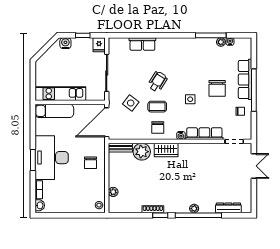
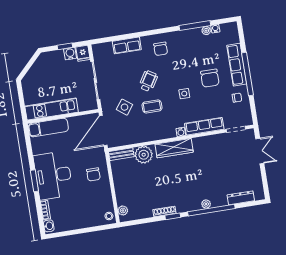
water cooler: (65, 43) -> (70, 54), moved
chair: (158, 127) -> (161, 49), moved
wardrobe: (166, 150) -> (174, 148), width x1.50
plant: (113, 192) -> (123, 210), moved

